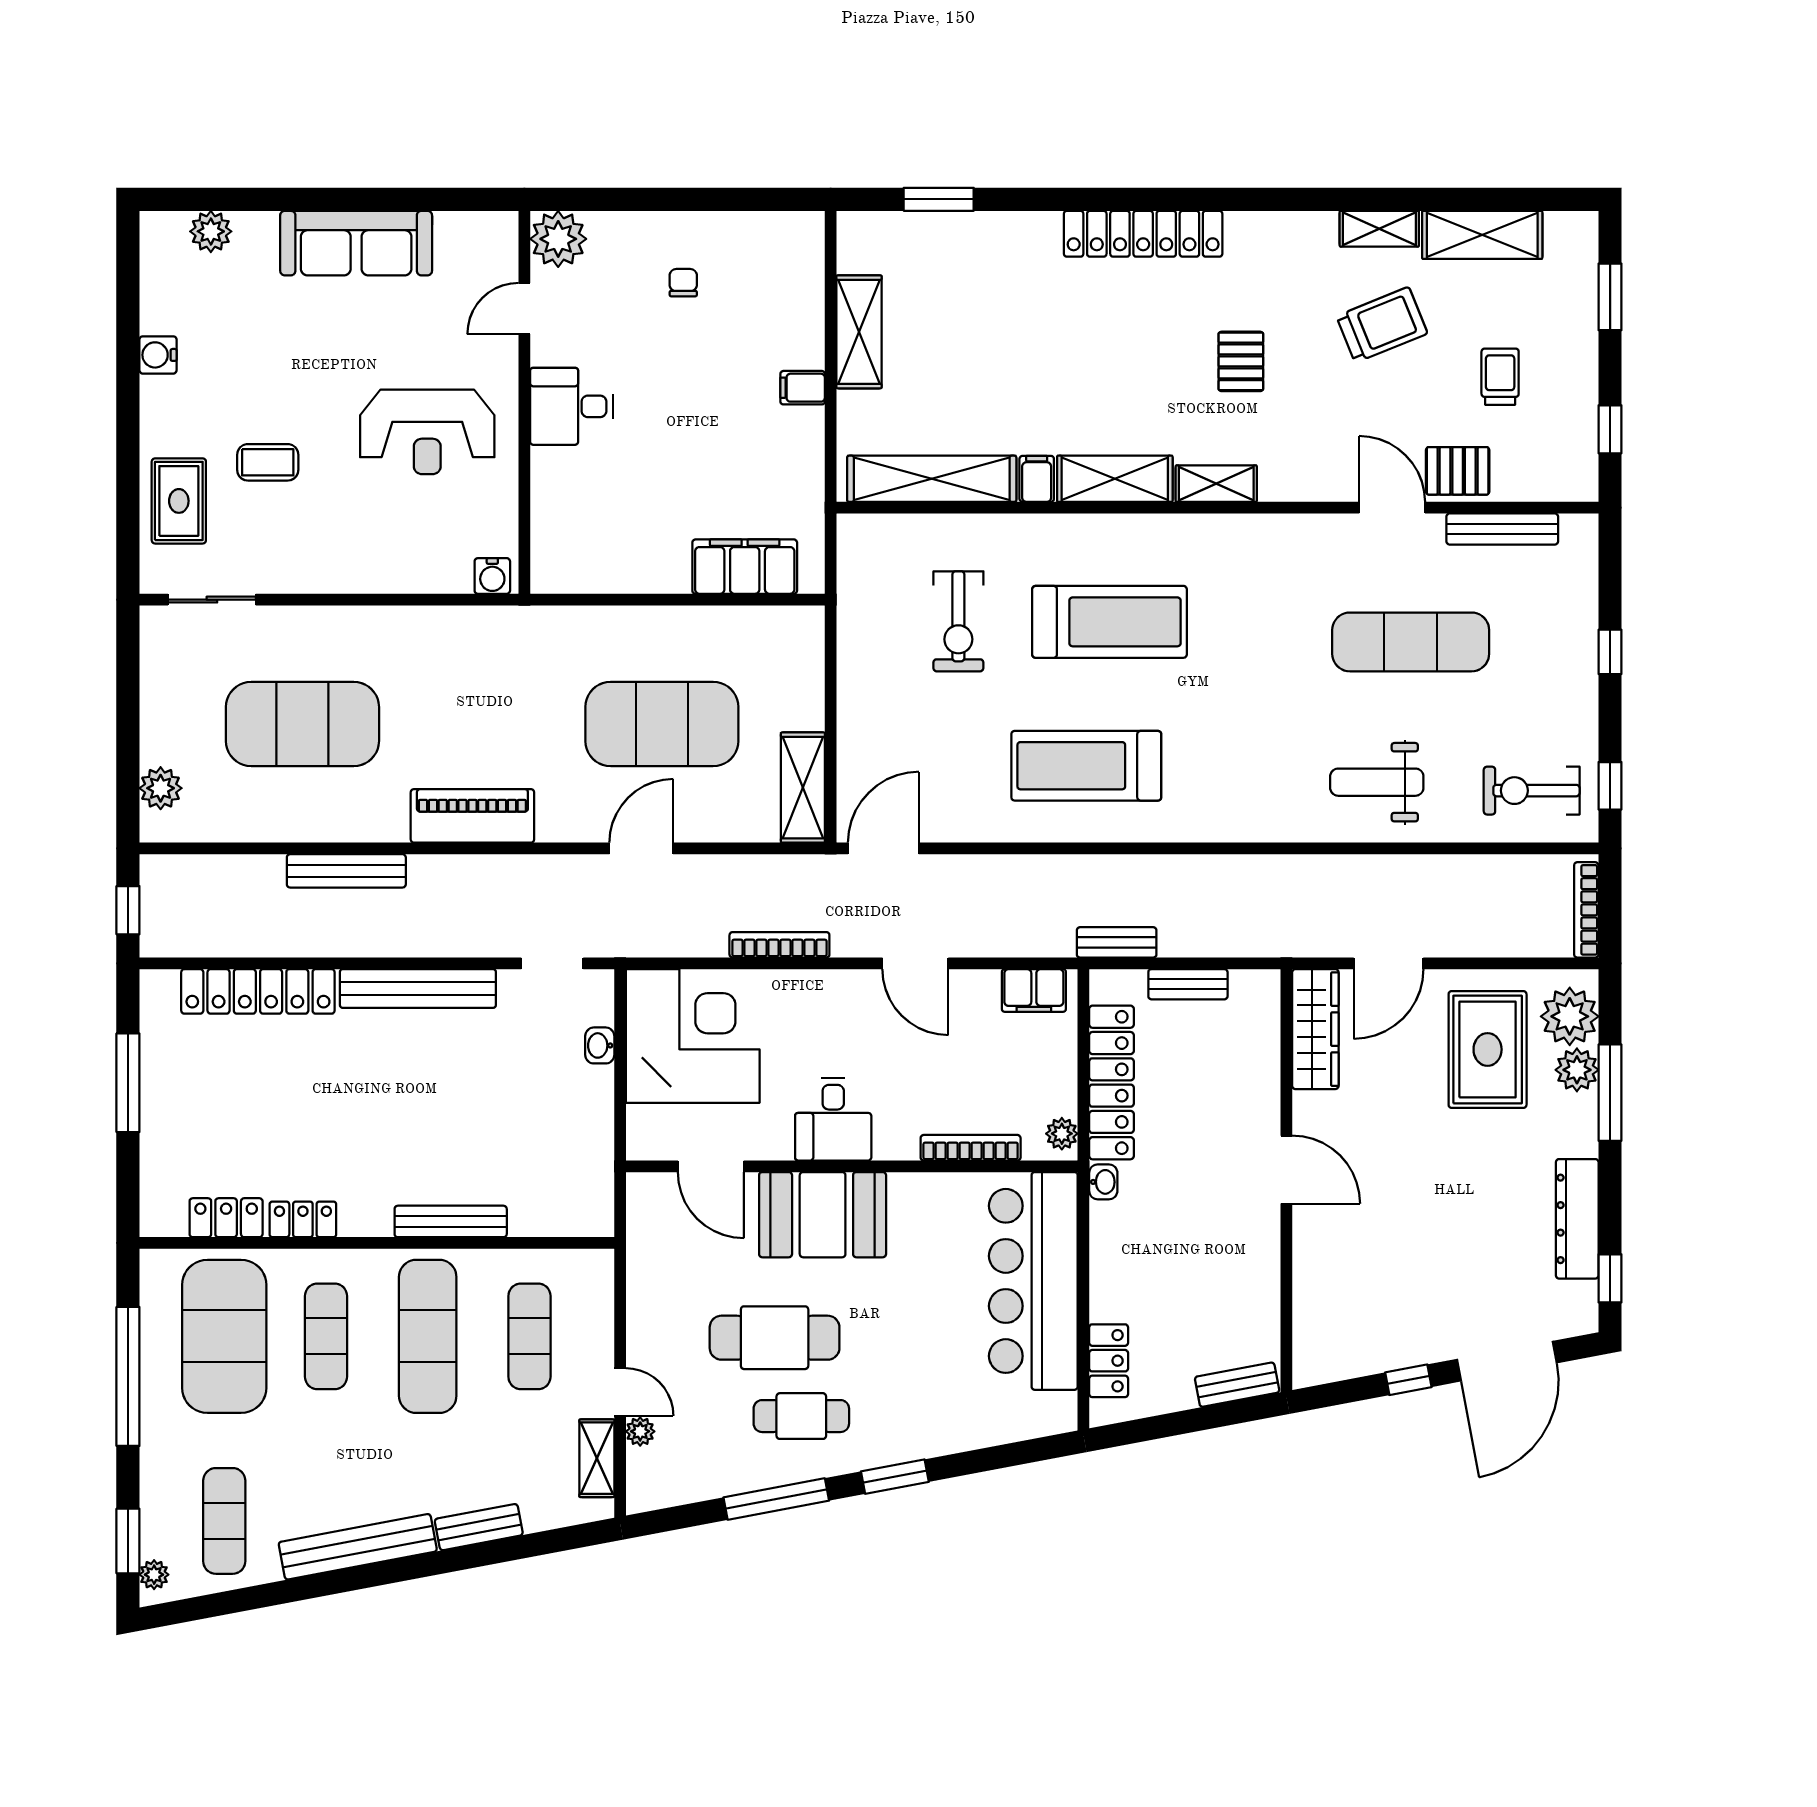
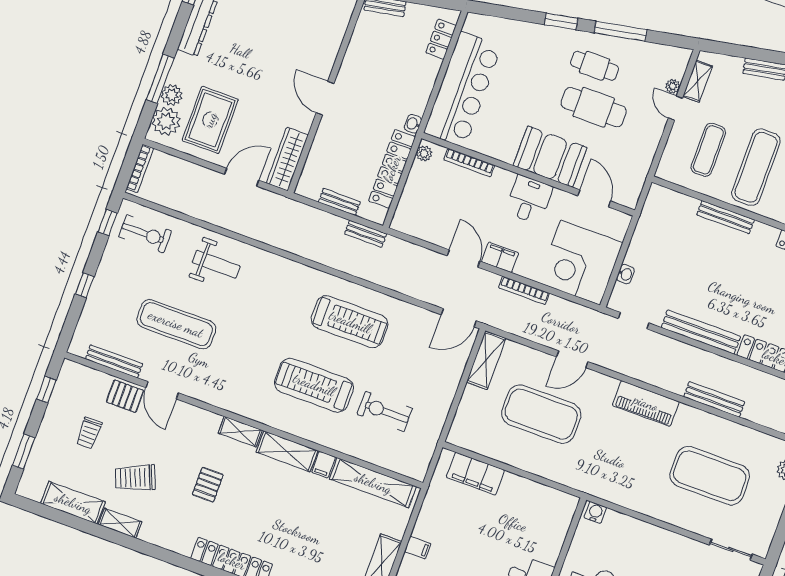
exercise bike: (958, 621) -> (385, 411), turned -90
filing cabinet: (1034, 990) -> (500, 257), moved

